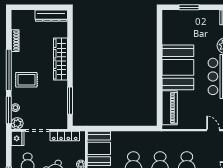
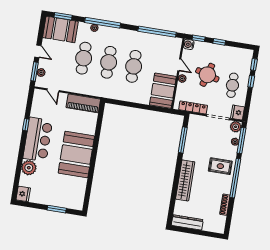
piano: (170, 108) -> (83, 103), moved, turned -90

